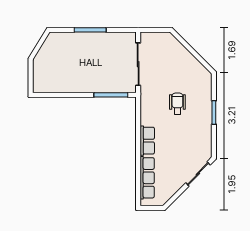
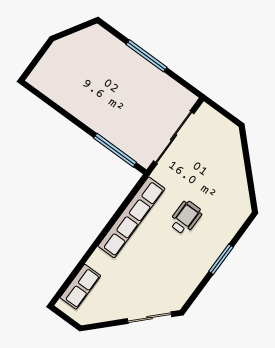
row of seats: (147, 141) -> (131, 217), width x2.02
row of seats: (147, 178) -> (80, 287), width x0.68

